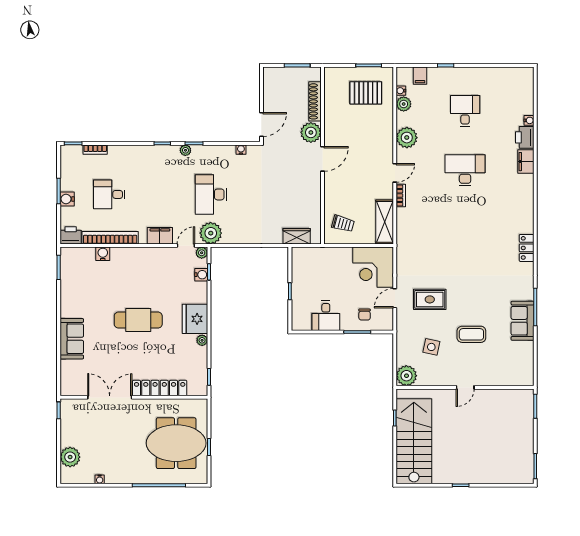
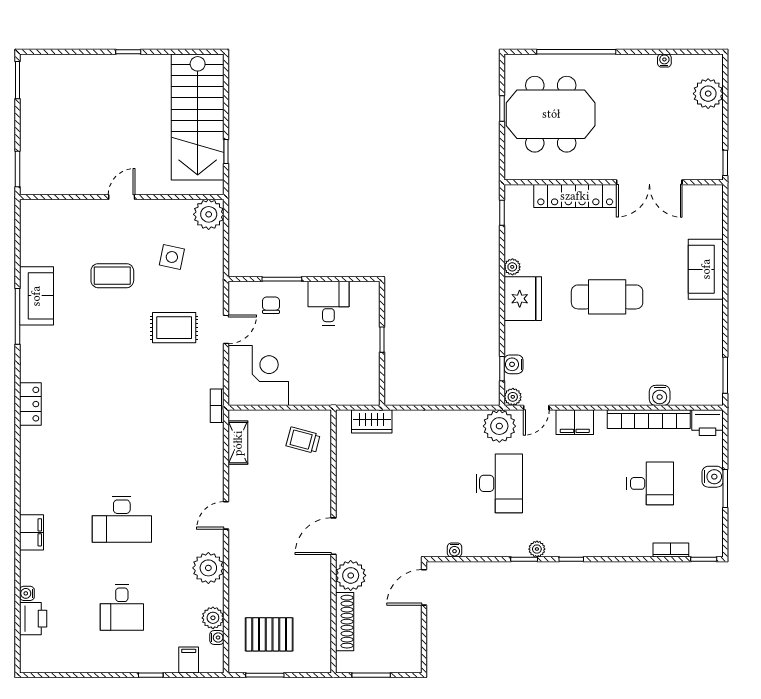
printer: (525, 137) -> (33, 619), moved
bookcase: (401, 196) -> (217, 406), moved
shelving: (385, 222) -> (238, 443), width x0.67, depth x0.75

